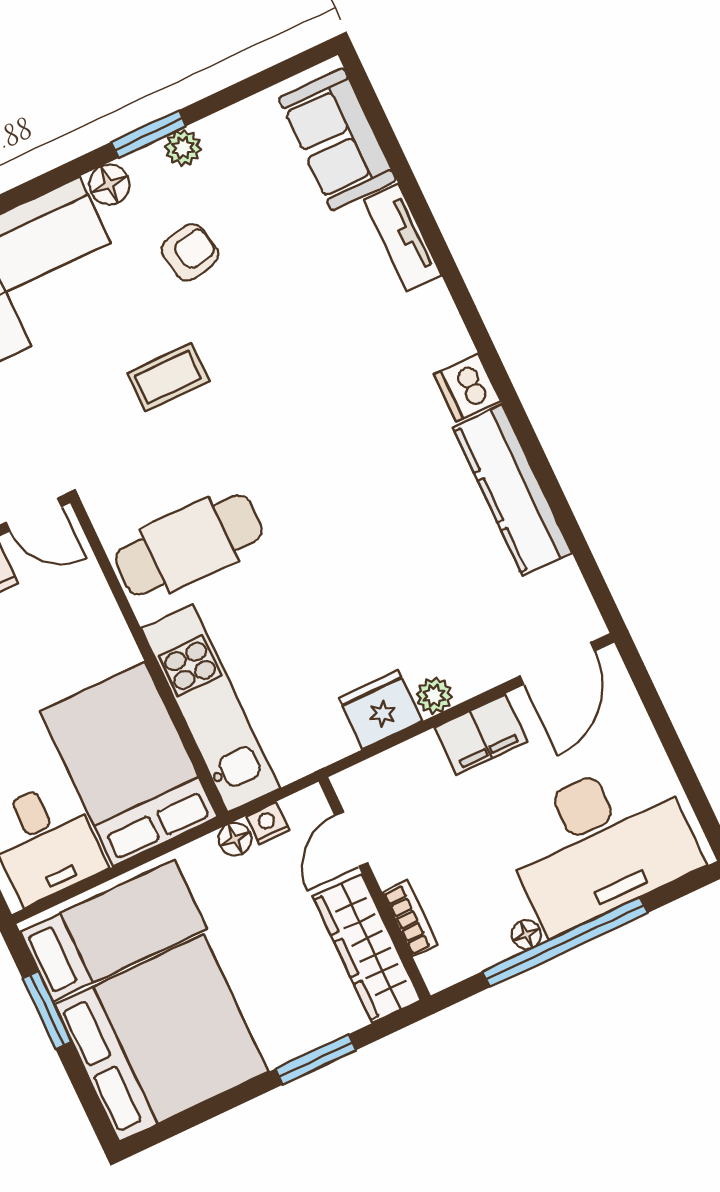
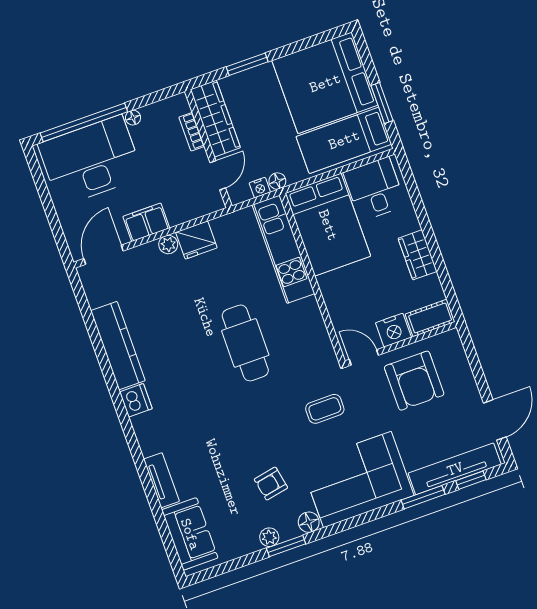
coffee table: (168, 377) -> (325, 409), moved
cafe table: (189, 545) -> (245, 343), moved, turned 90
window: (565, 942) -> (84, 122), moved

